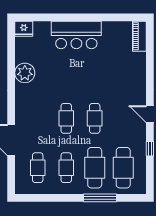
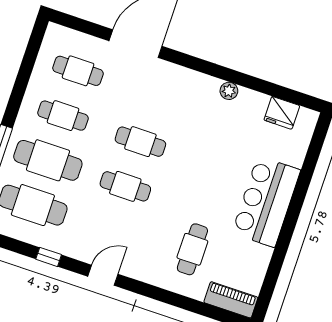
fridge: (24, 29) -> (282, 113), moved, turned -90
cafe table: (118, 68) -> (192, 249), added
plant: (25, 73) -> (229, 91), width x0.53, depth x0.53

